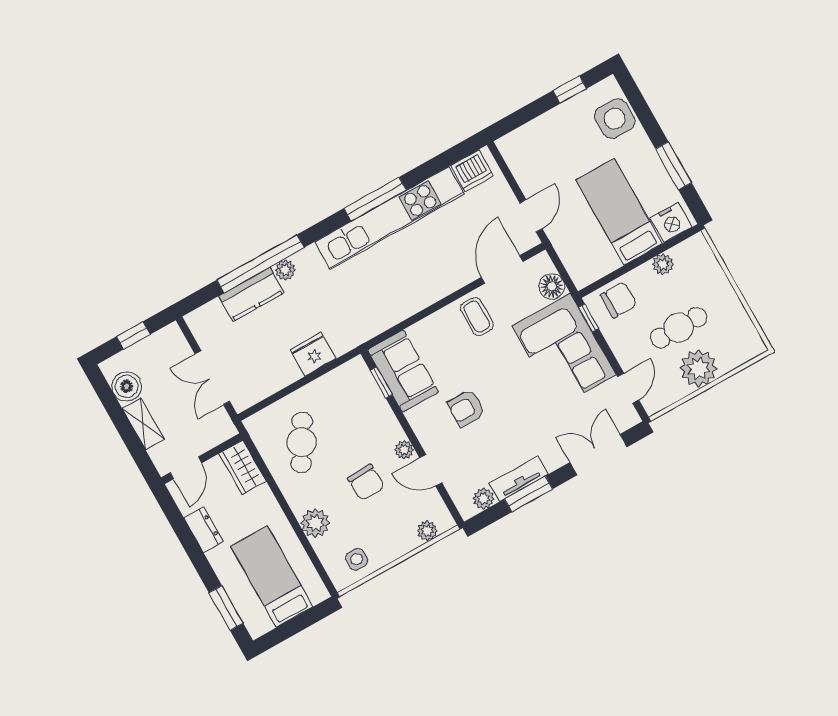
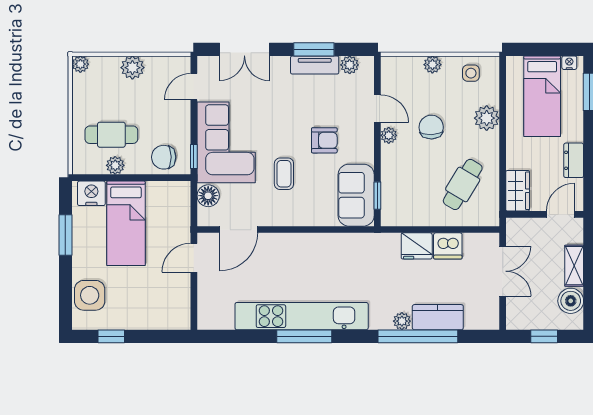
dishwasher: (472, 171) -> (448, 246), moved, turned 180
coffee table: (477, 317) -> (284, 174), moved
cafe table: (679, 328) -> (111, 135), moved
plant: (755, 346) -> (80, 64), added
plant: (699, 368) -> (132, 68), width x0.73, depth x0.73
plant: (427, 531) -> (432, 65), moved
nightstand: (263, 626) -> (569, 63), added

